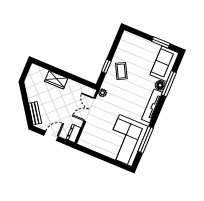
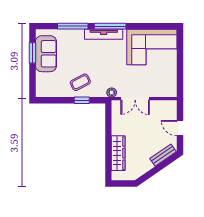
sofa: (164, 64) -> (46, 54), moved, turned -90
wardrobe: (56, 80) -> (118, 153), width x1.50
floor lamp: (160, 85) -> (78, 35), removed
dresser: (73, 133) -> (168, 105), removed
window: (146, 140) -> (110, 26), moved

